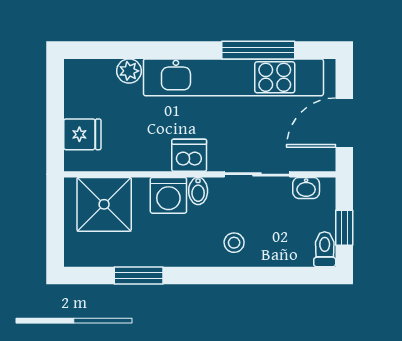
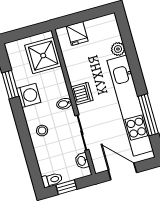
washing machine: (168, 195) -> (29, 95), moved, turned 180

